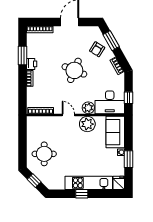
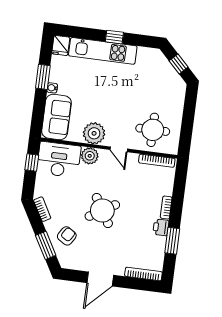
round table: (74, 70) -> (102, 211), turned 37
round table: (44, 154) -> (153, 130), moved

